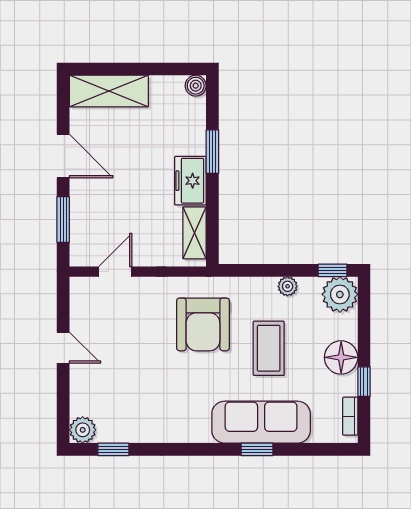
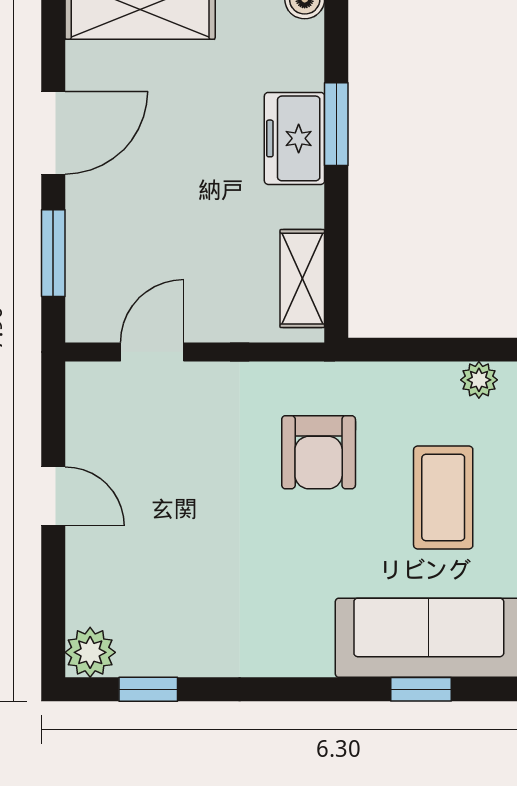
door: (63, 156) -> (53, 133), hinge flipped
freezer: (190, 181) -> (294, 138), moved
armchair: (203, 324) -> (319, 452), width x0.73, depth x0.73

